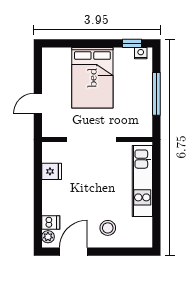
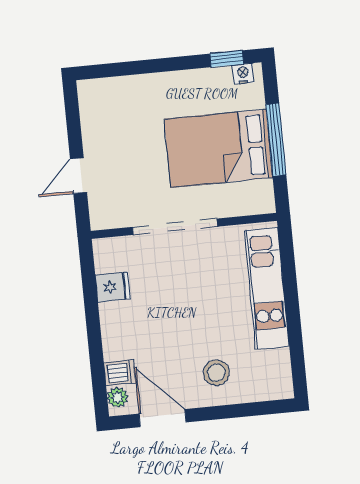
bed: (92, 78) -> (218, 148), moved, turned 90
door: (73, 252) -> (163, 418), hinge flipped

